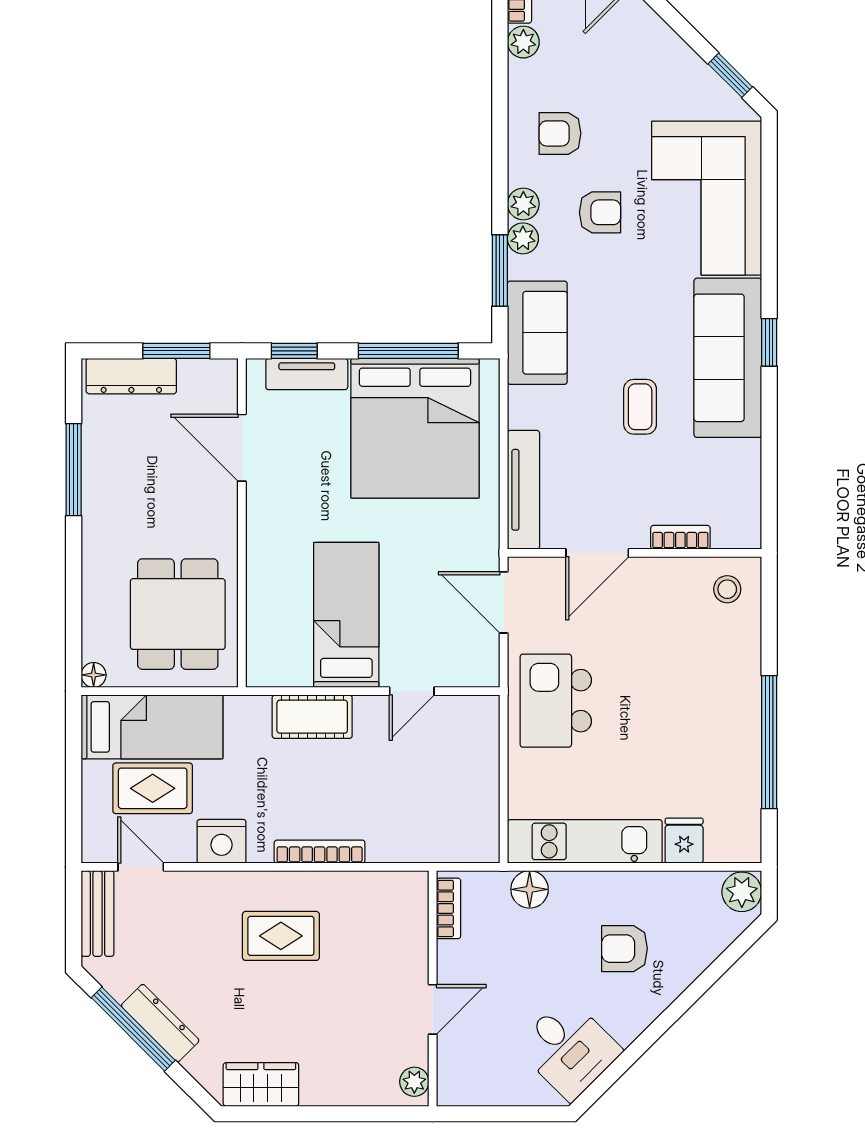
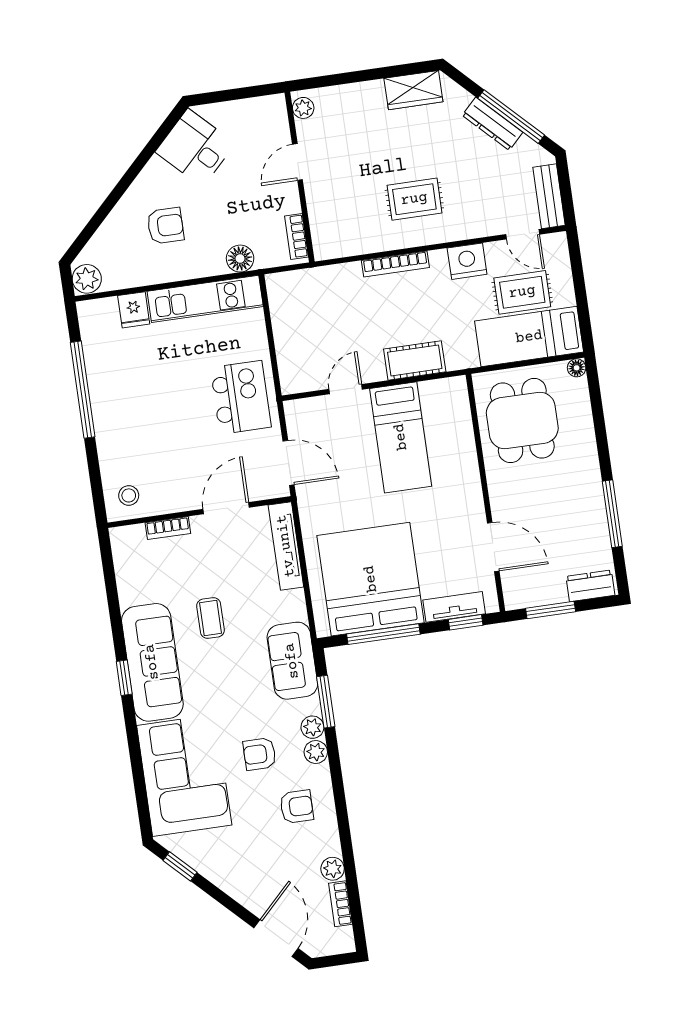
dresser: (131, 376) -> (590, 586), width x0.70

